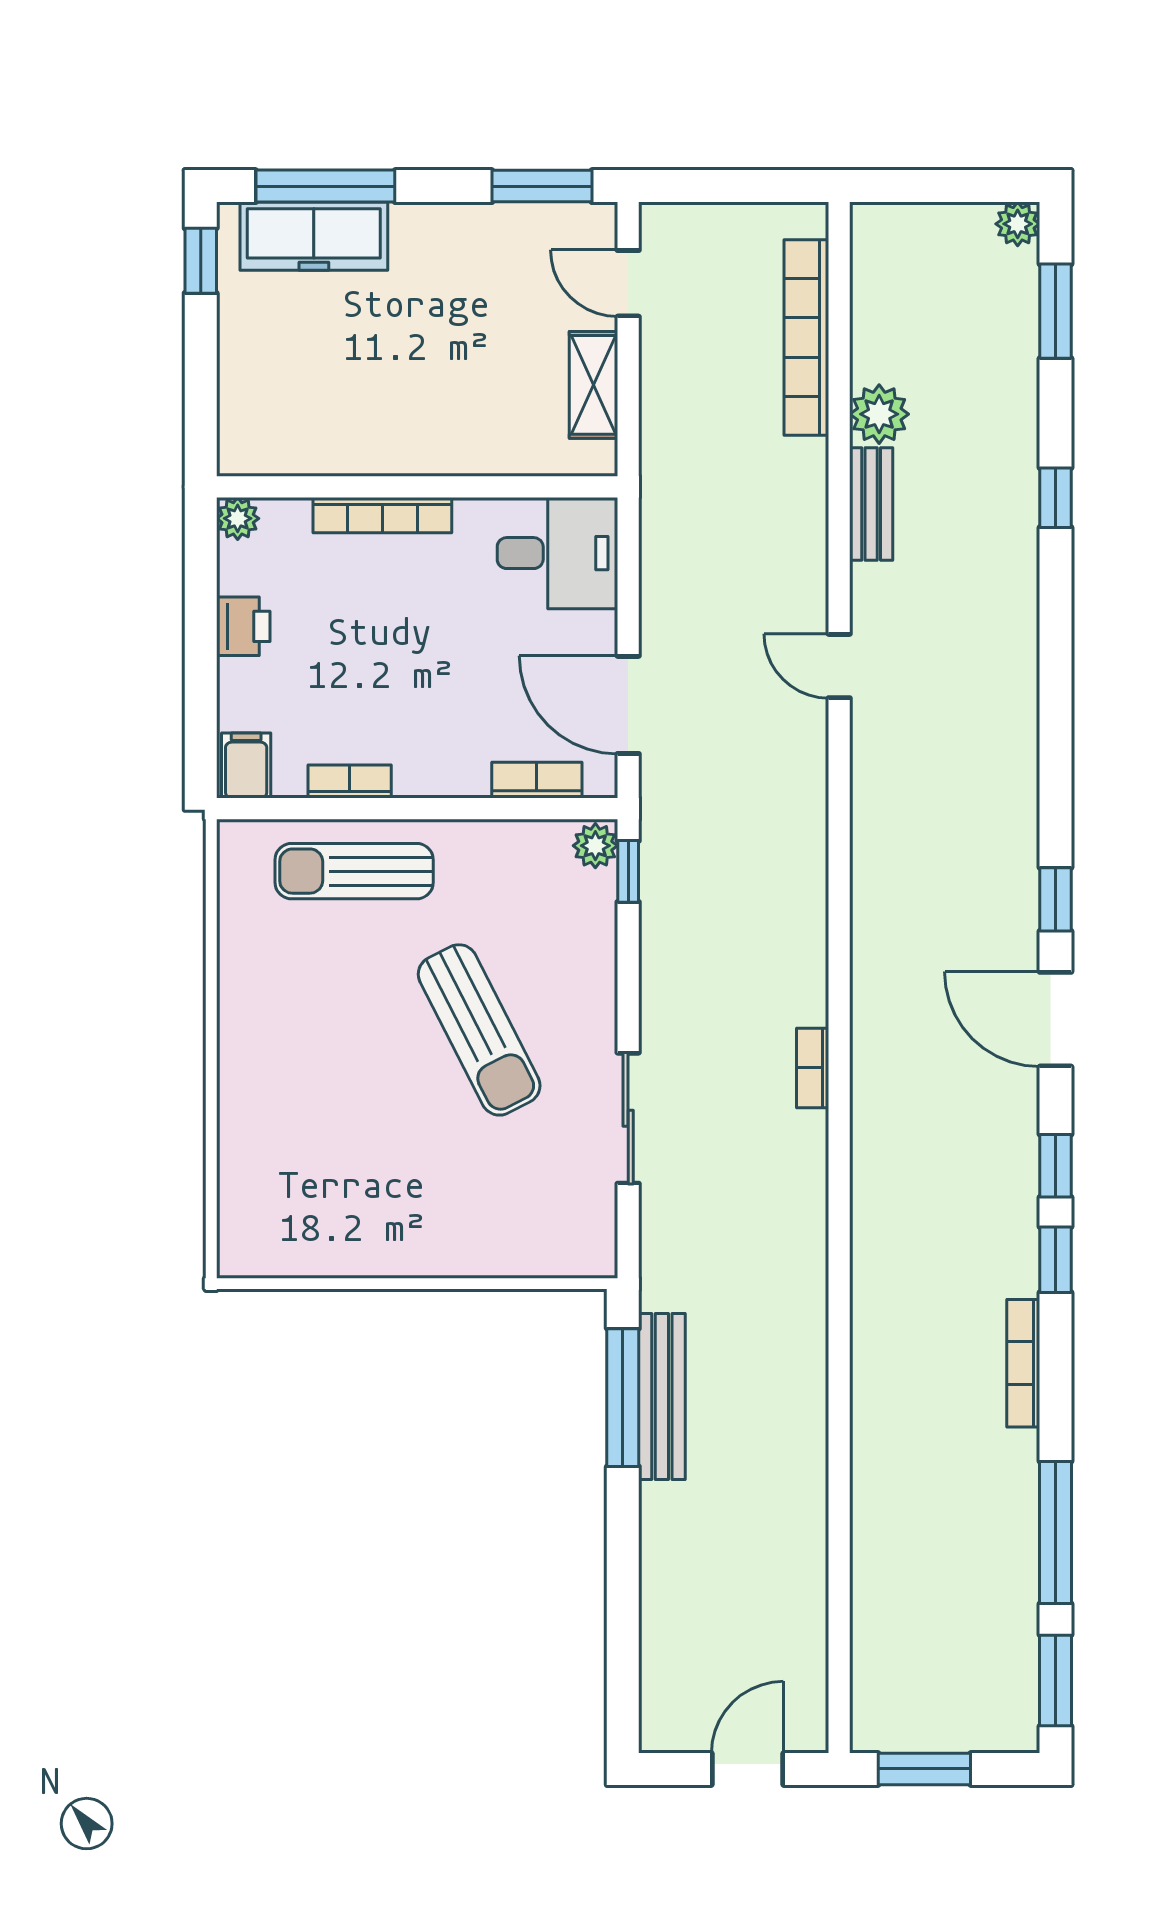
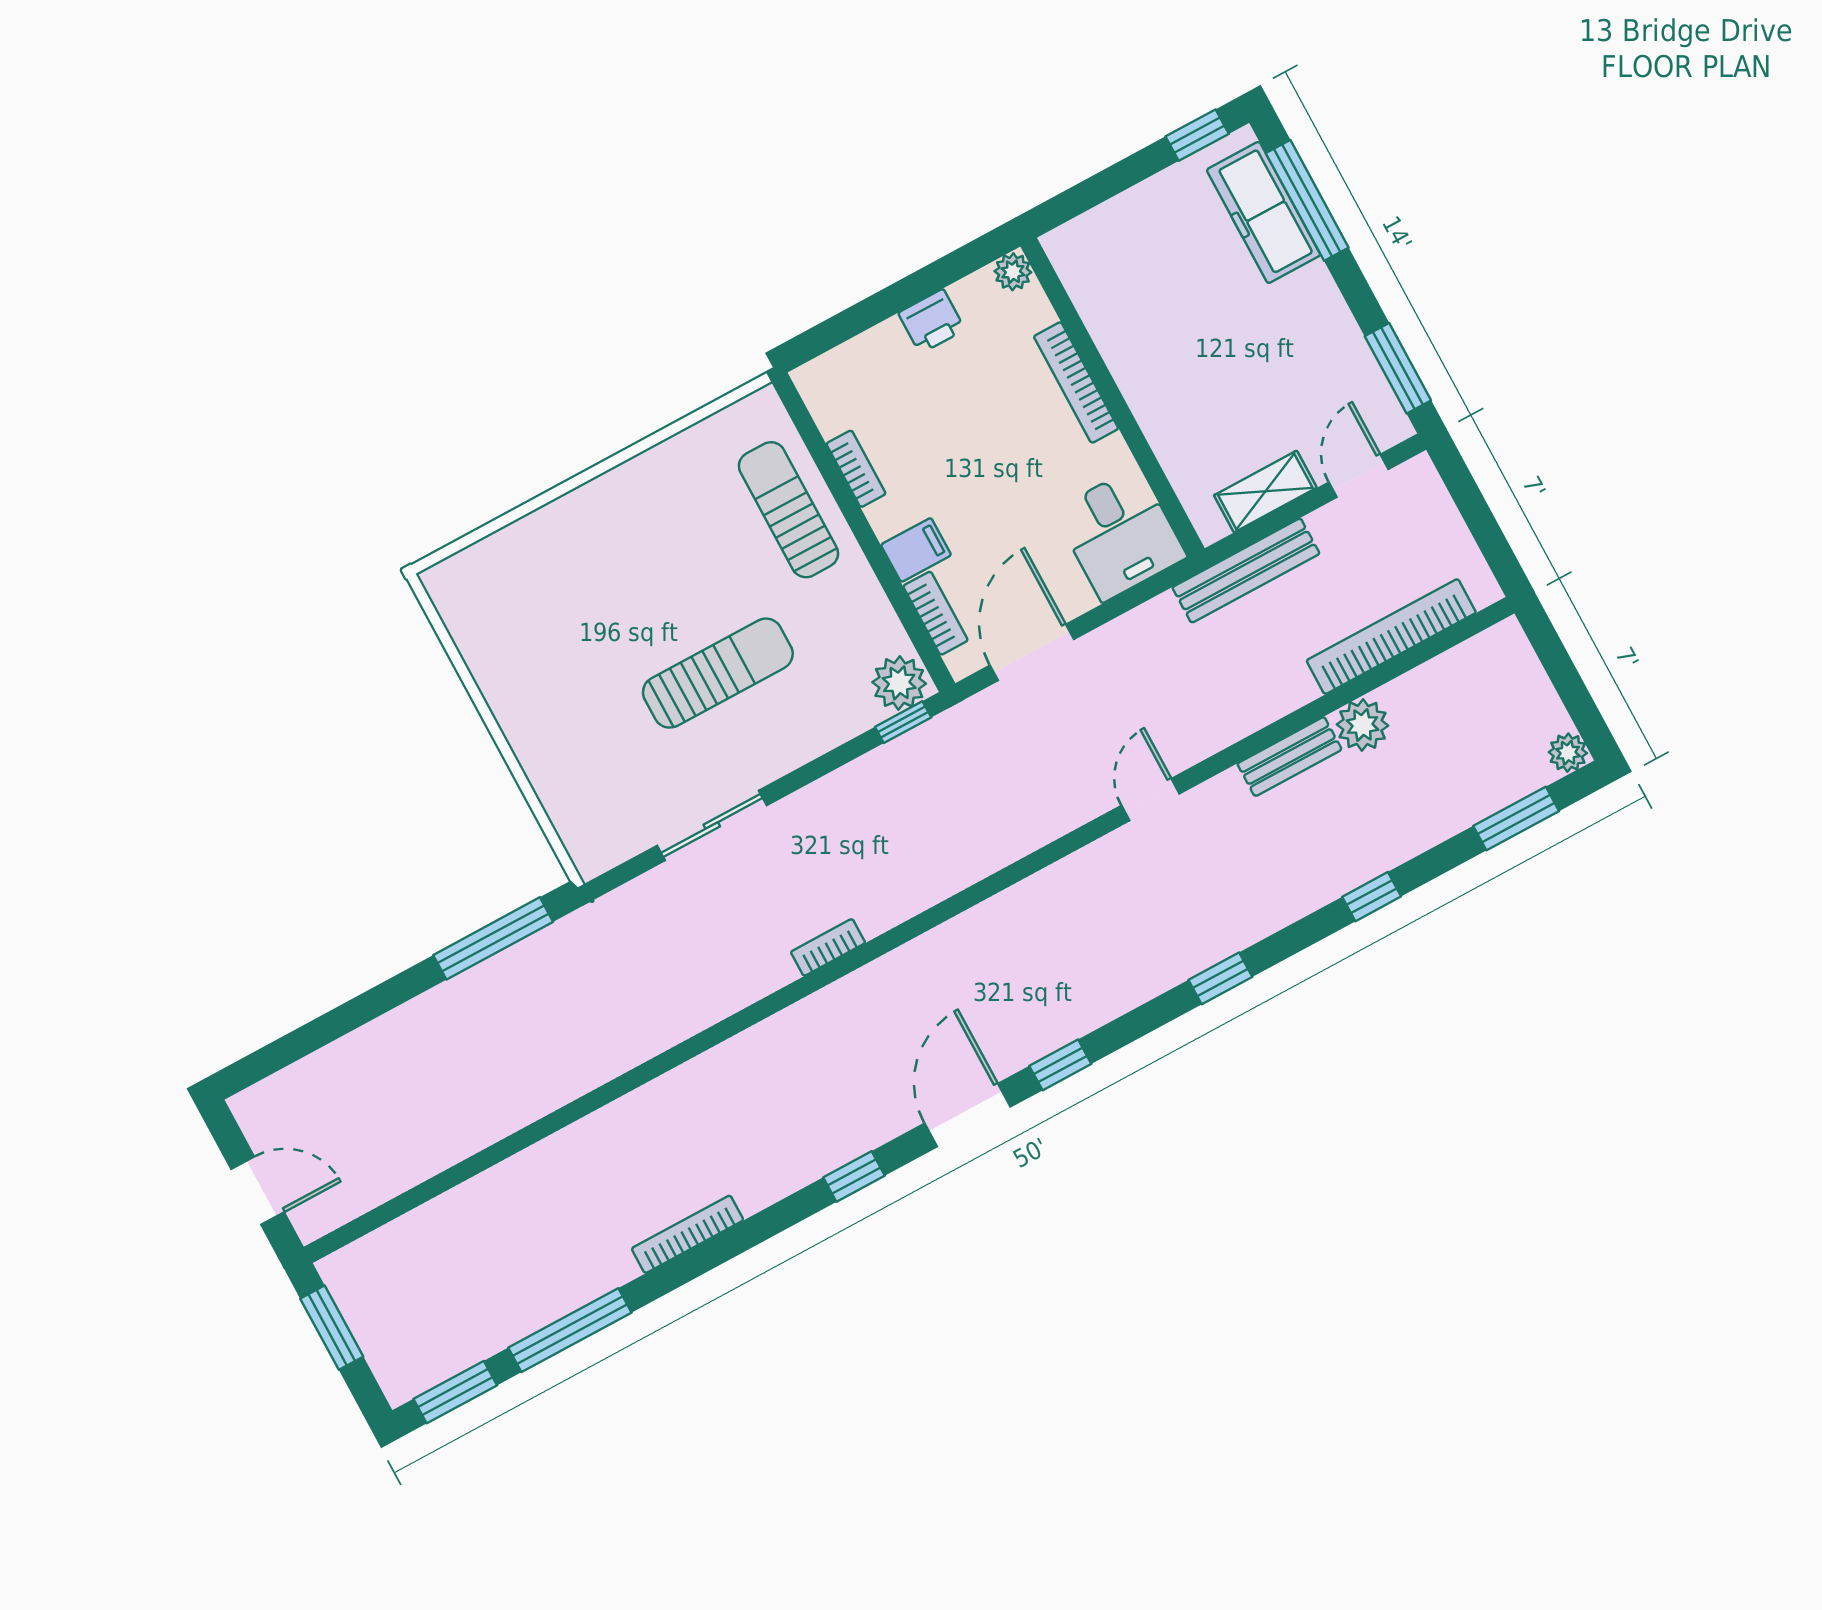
filing cabinet: (246, 765) -> (916, 550), moved
plant: (595, 846) -> (899, 683), width x1.38, depth x1.38
sun lounger: (479, 1030) -> (718, 673), turned -153
window: (1055, 1260) -> (1220, 978), moved
bench: (662, 1397) -> (1246, 571), moved

